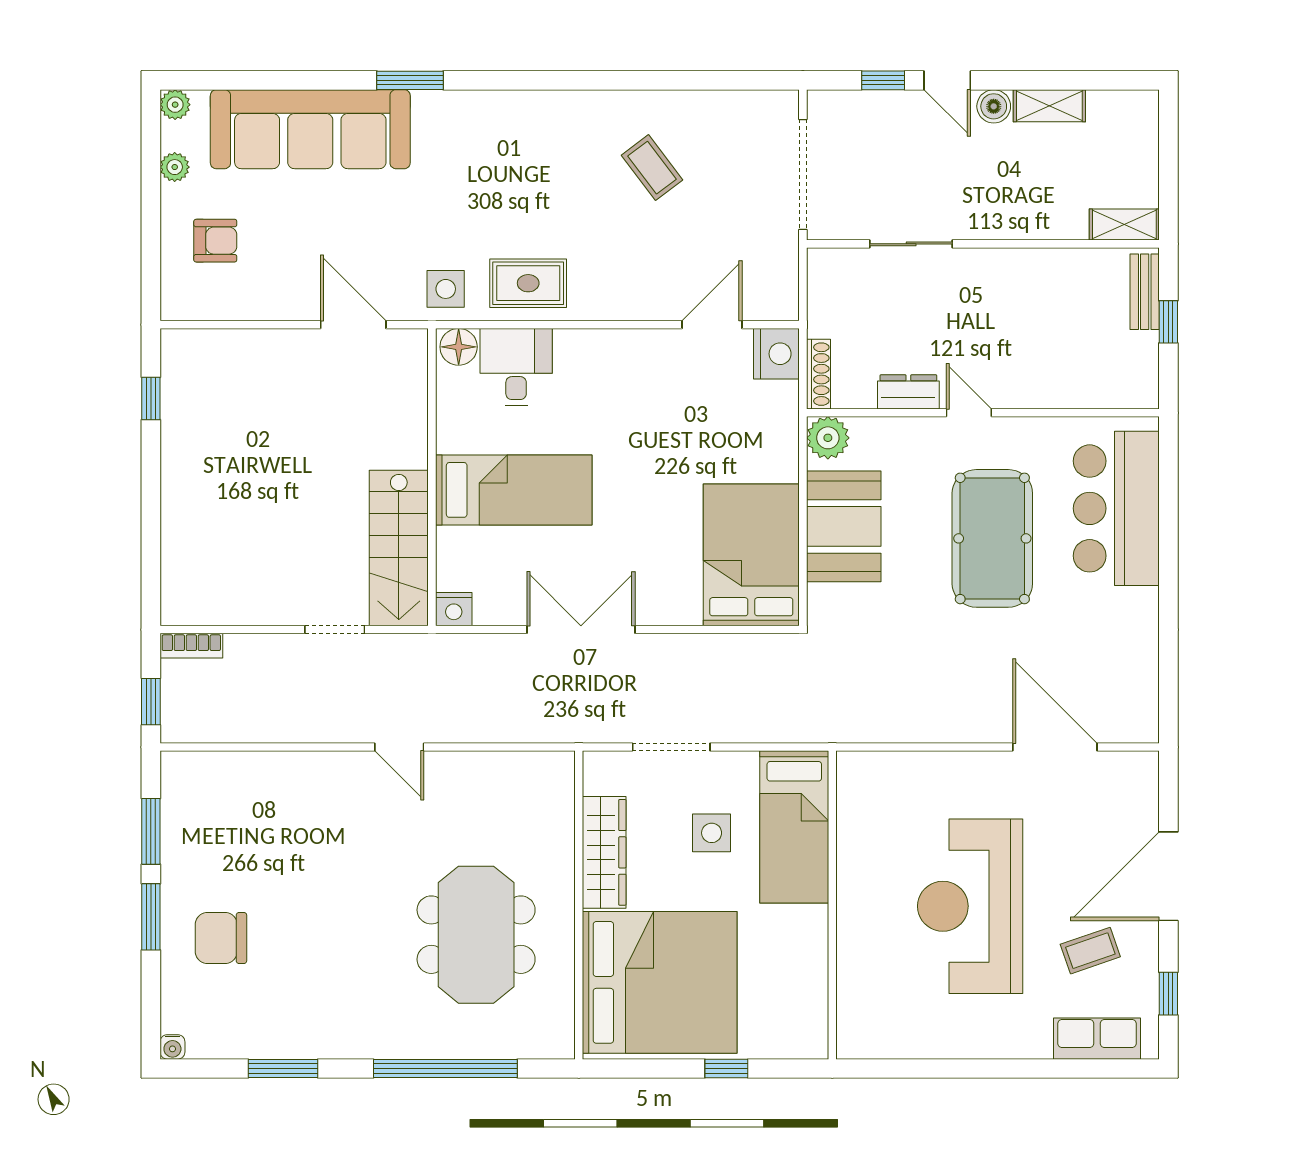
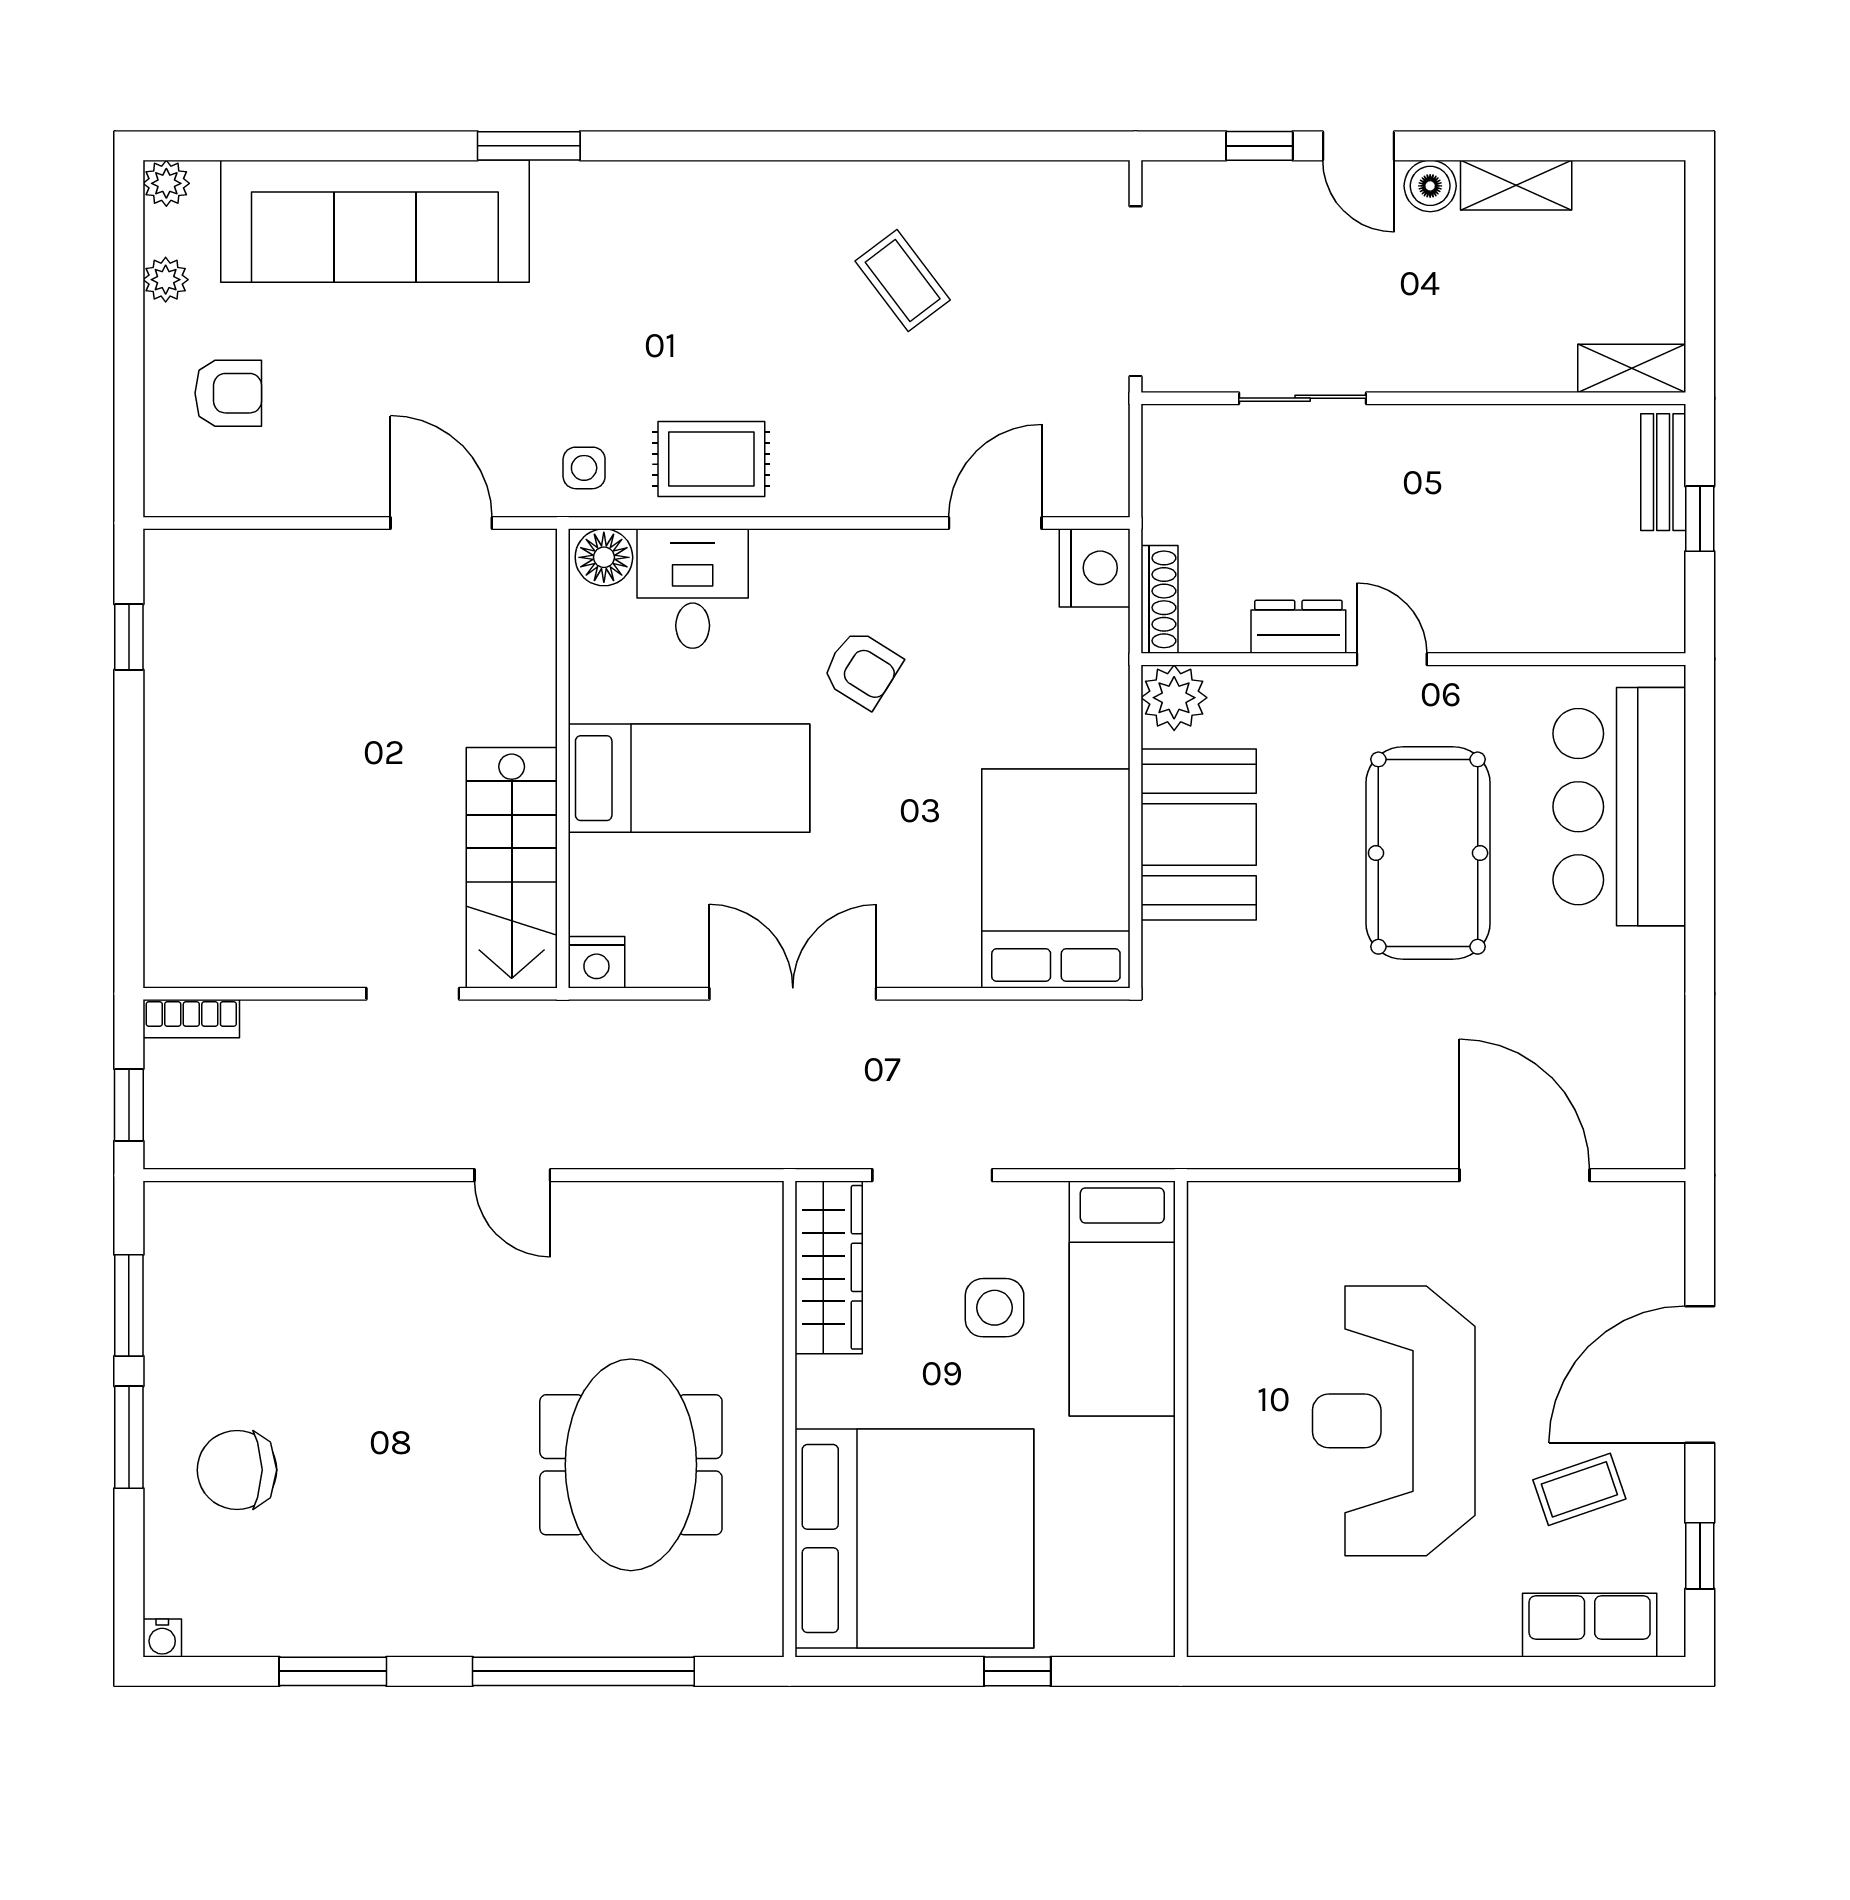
side table: (446, 289) -> (584, 468), width x0.73, depth x0.73
armchair: (626, 419) -> (862, 669), added
wardrobe: (604, 852) -> (829, 1267), moved

